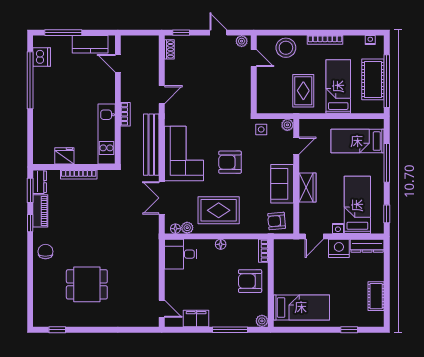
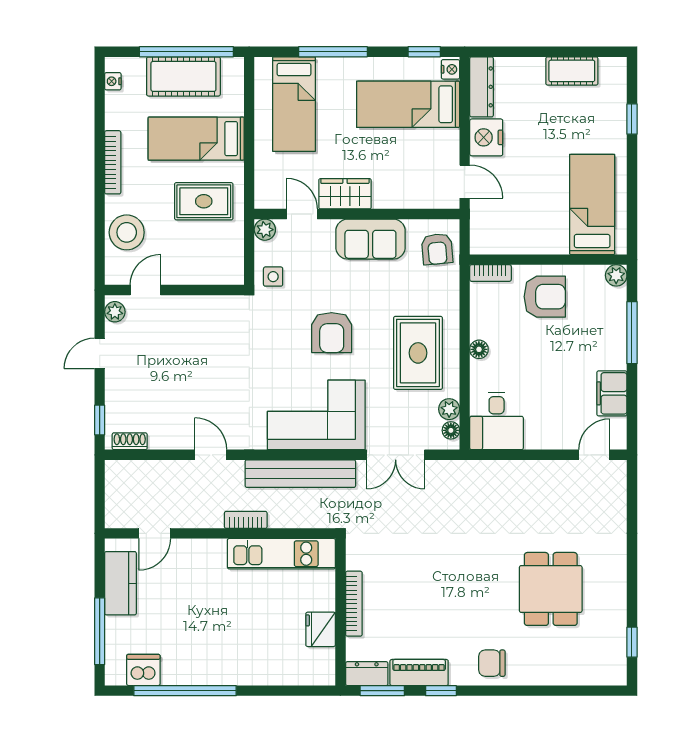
wardrobe: (307, 188) -> (345, 194), moved
nightstand: (338, 228) -> (450, 69), moved
armchair: (250, 281) -> (545, 297), turned -90

